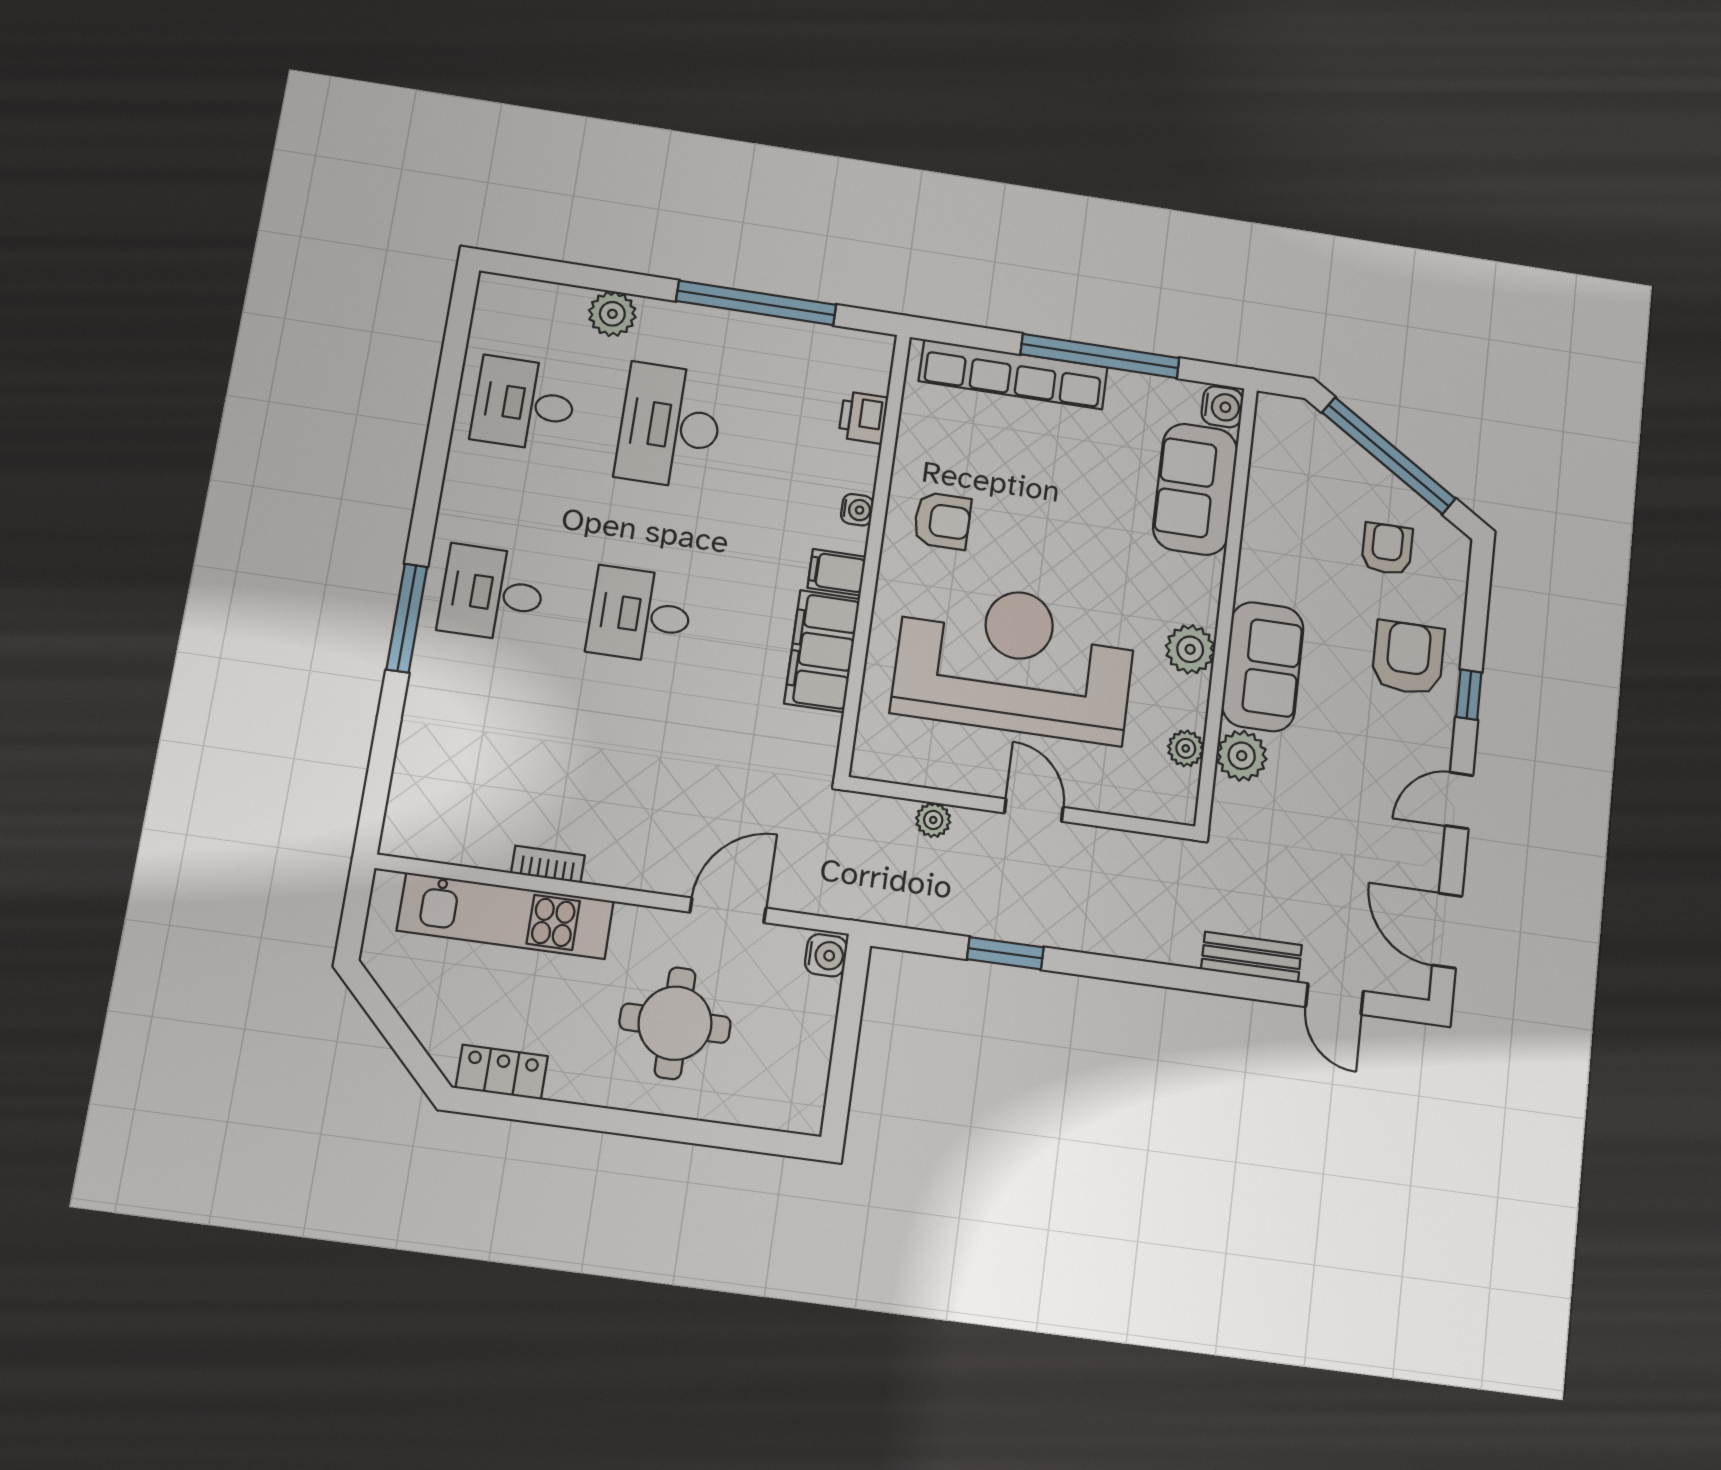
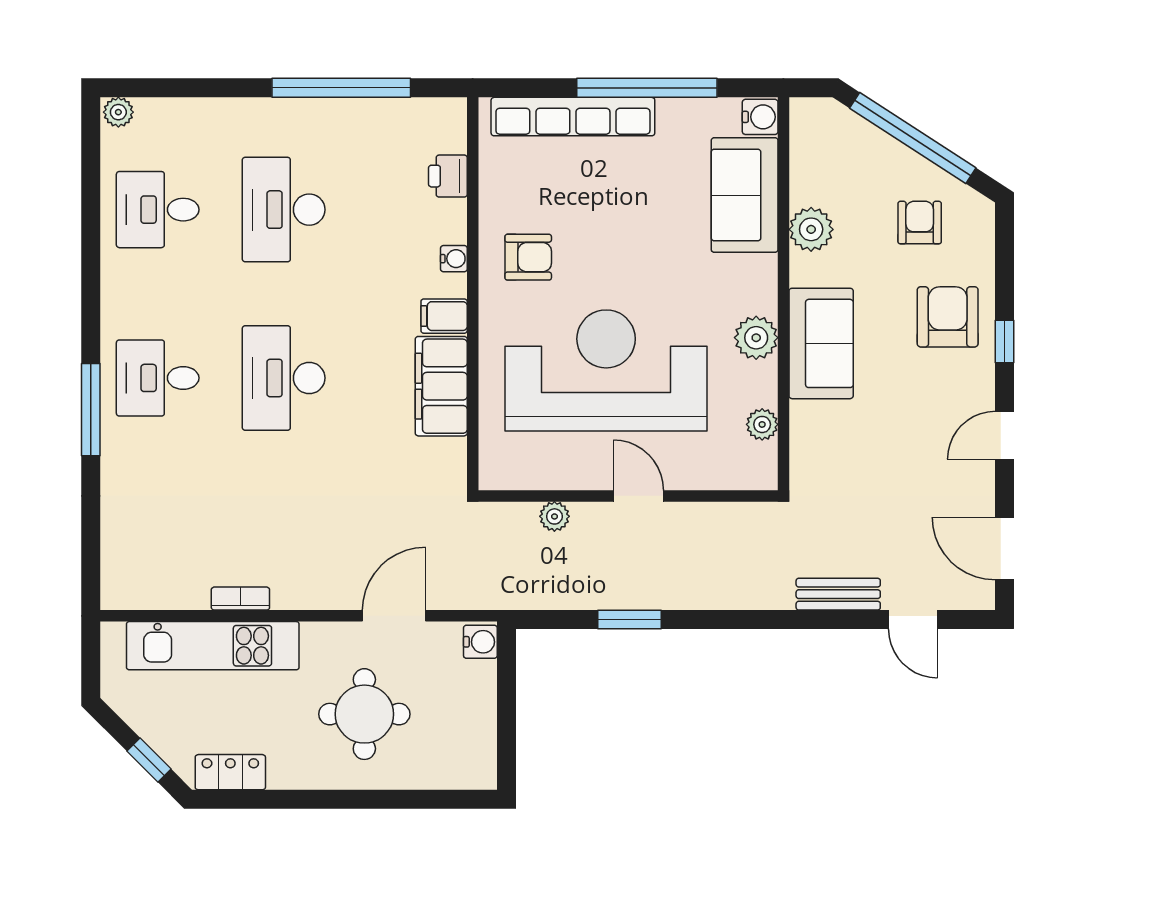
plant: (612, 314) -> (118, 112), moved, width x0.73, depth x0.73
desk: (640, 615) -> (284, 378), width x1.37
plant: (1242, 756) -> (811, 229), moved
window: (405, 1044) -> (149, 760), added

